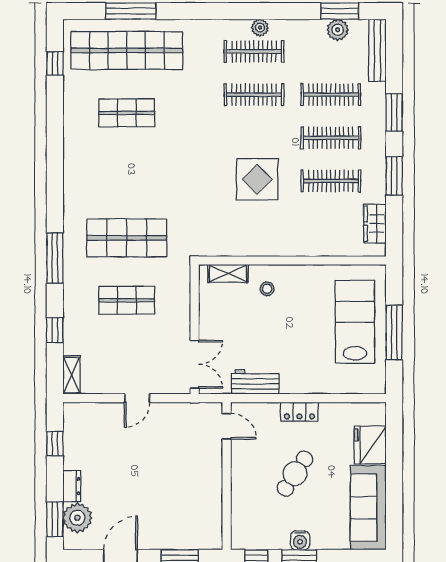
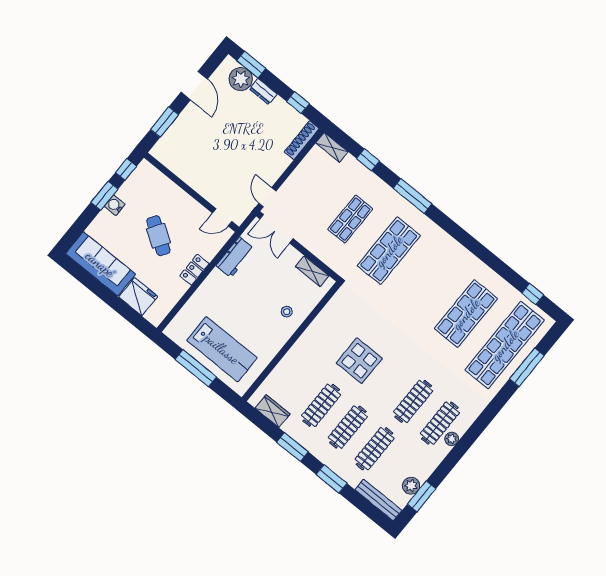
shop shelf: (127, 113) -> (466, 314), width x1.43, depth x1.36
shelving: (228, 273) -> (312, 271), moved, turned 90
door: (137, 398) -> (267, 197), moved
shoe rack: (89, 410) -> (302, 140), added

